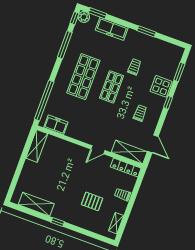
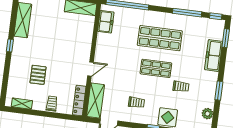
plant: (84, 17) -> (207, 114), moved
door: (98, 150) -> (90, 69), swing flipped

